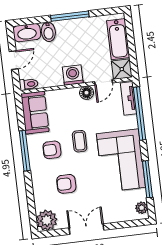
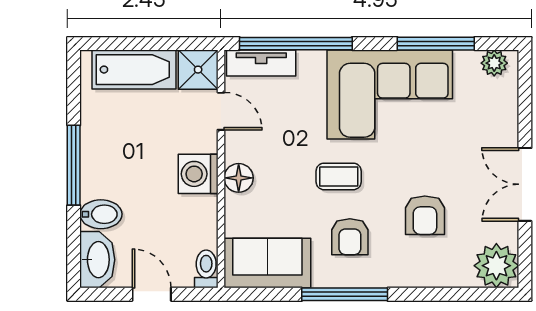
floor lamp: (87, 93) -> (239, 178), moved

